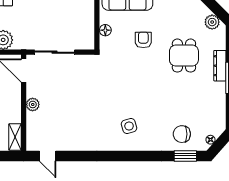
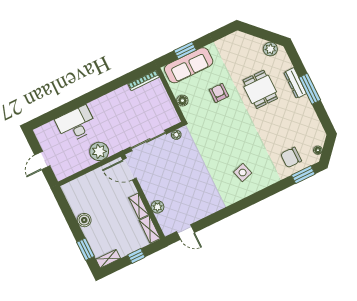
plant: (84, 60) -> (176, 135), added
plant: (33, 104) -> (157, 207), moved
shelving: (15, 110) -> (139, 206), added

